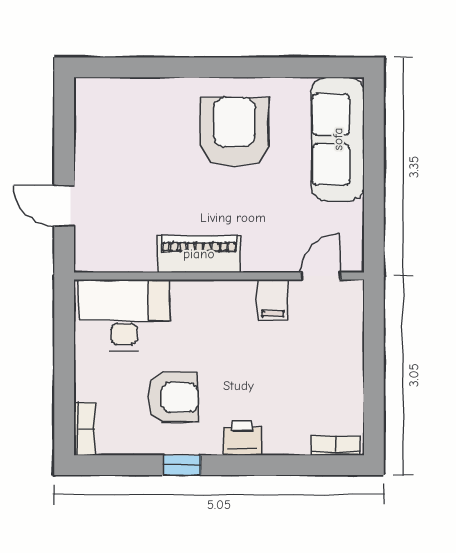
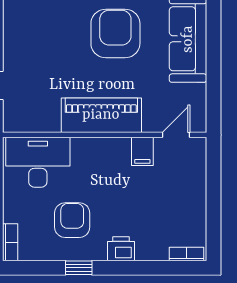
piano: (199, 254) -> (101, 115), width x1.37, depth x1.33
armchair: (173, 397) -> (72, 220), turned -90

